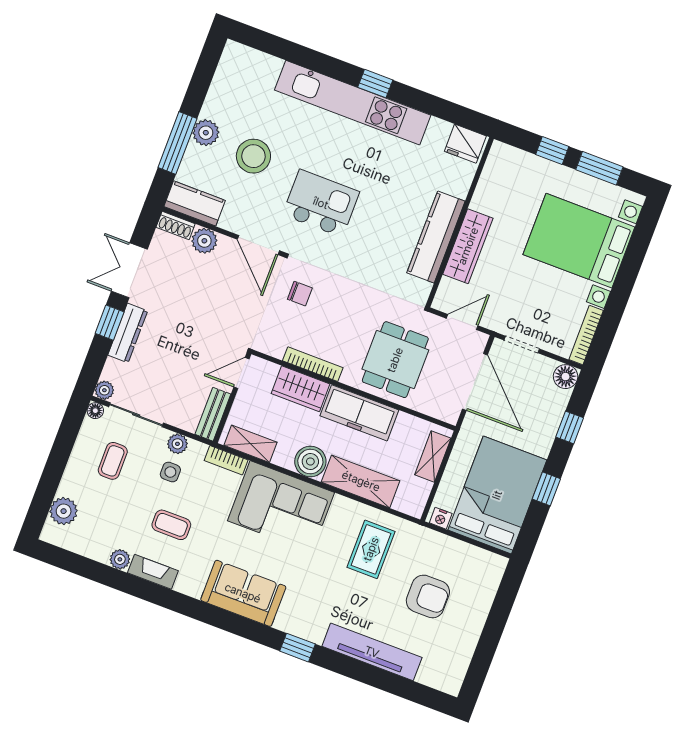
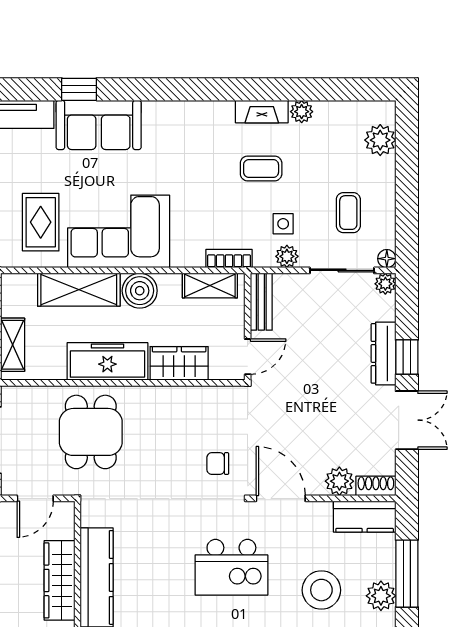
bookcase: (313, 364) -> (176, 394), removed
corner sofa: (281, 507) -> (119, 231), moved
sofa: (243, 593) -> (99, 125), moved

